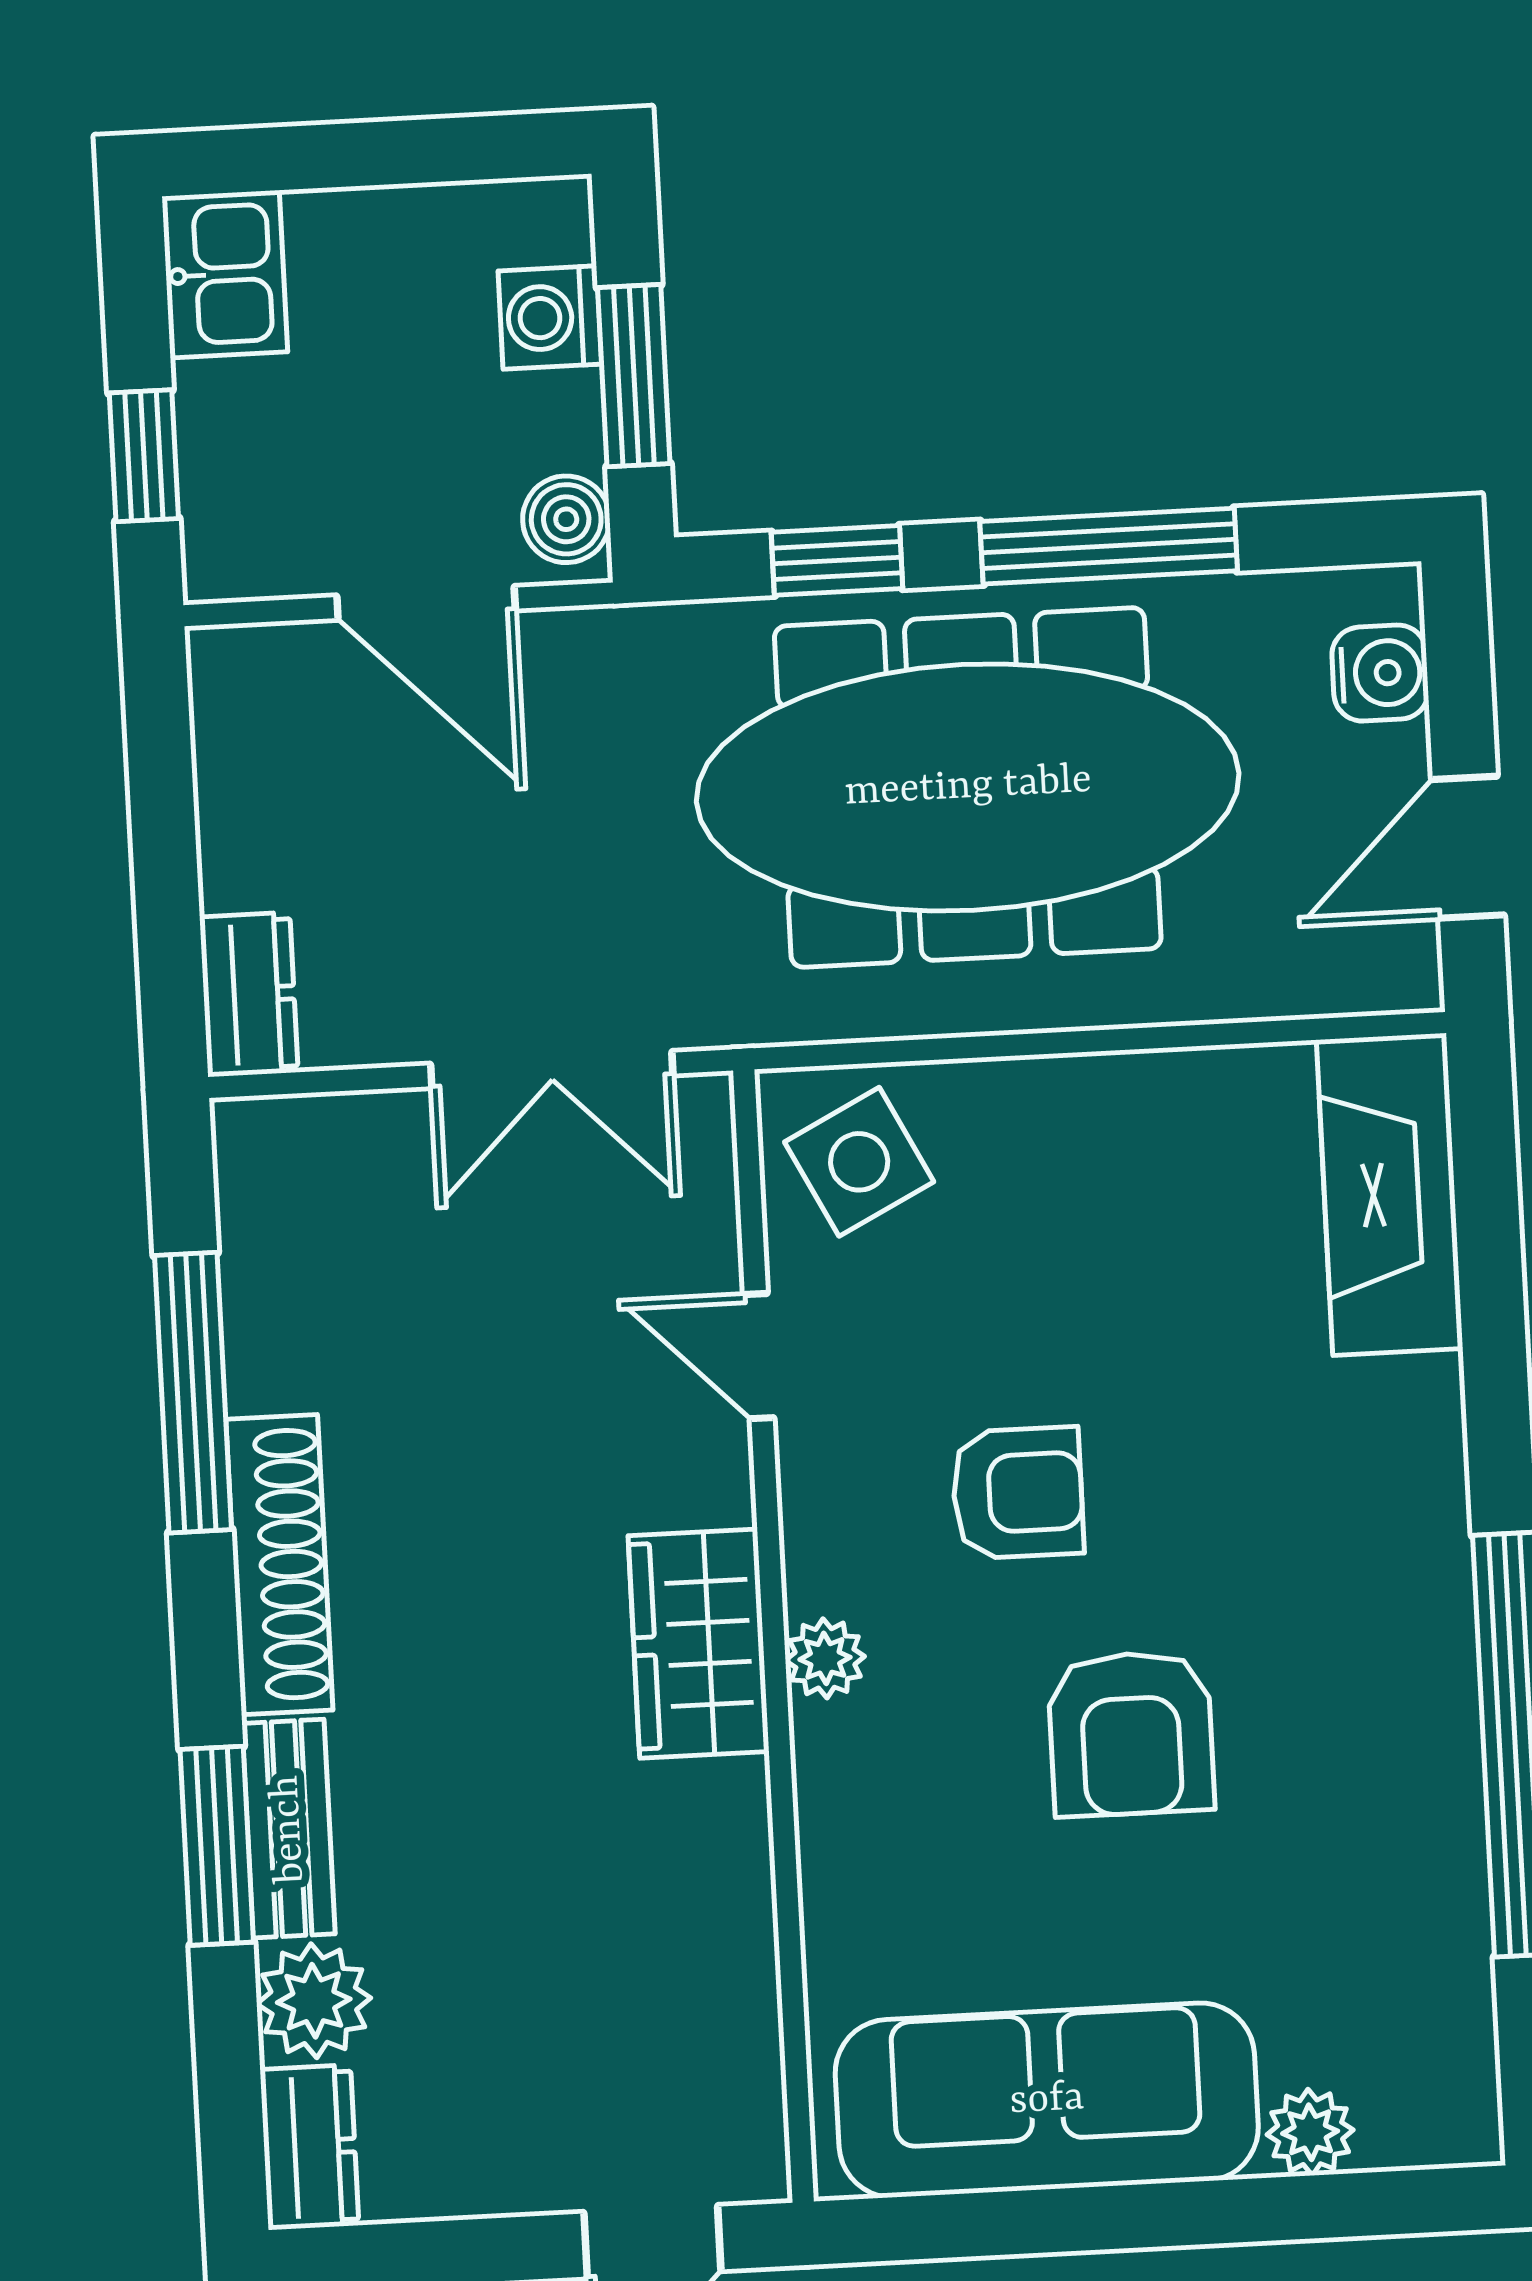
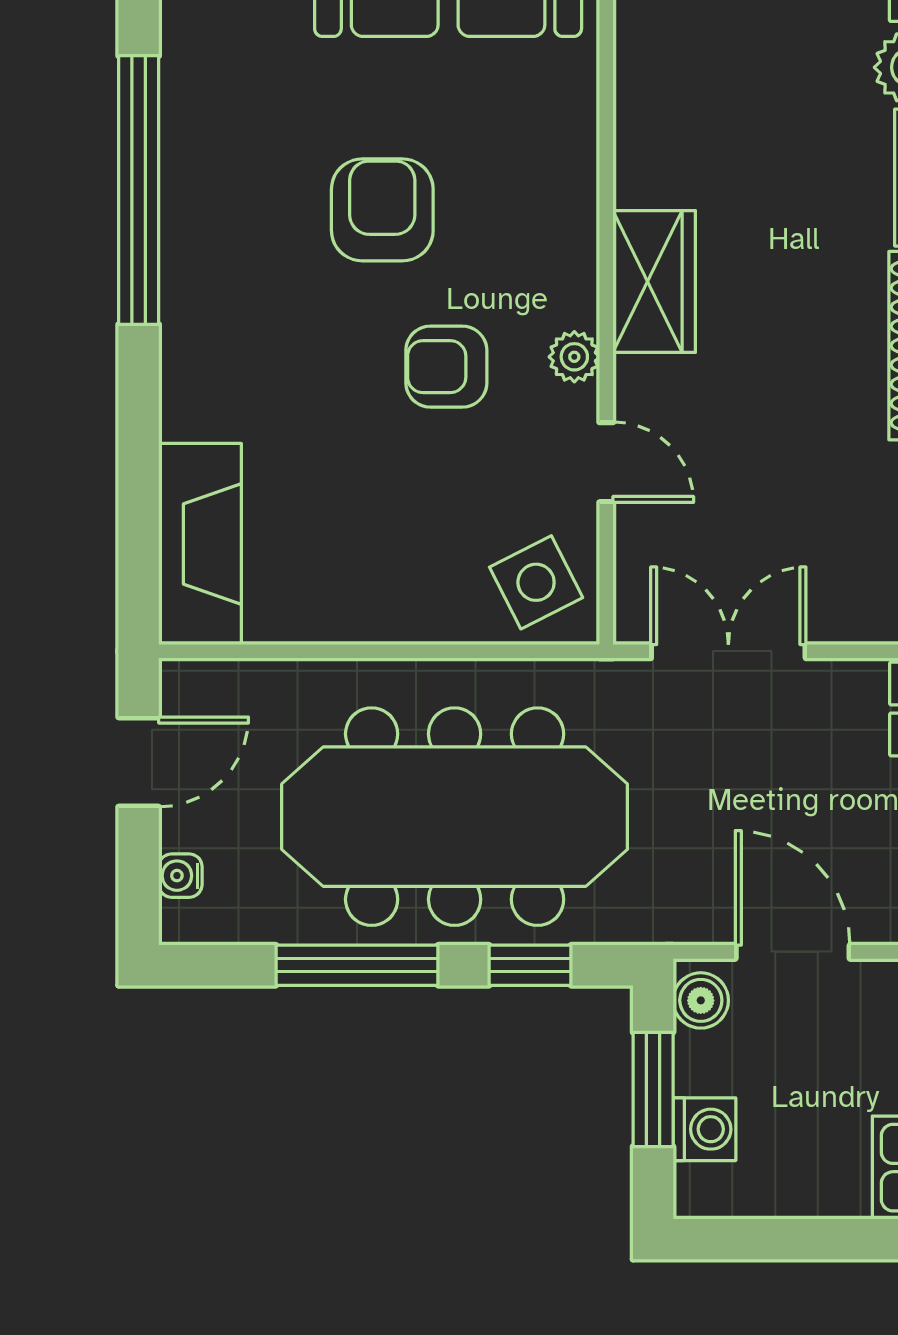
water cooler: (1380, 673) -> (180, 876), width x0.72, depth x0.72
plant: (825, 1658) -> (574, 357), moved

